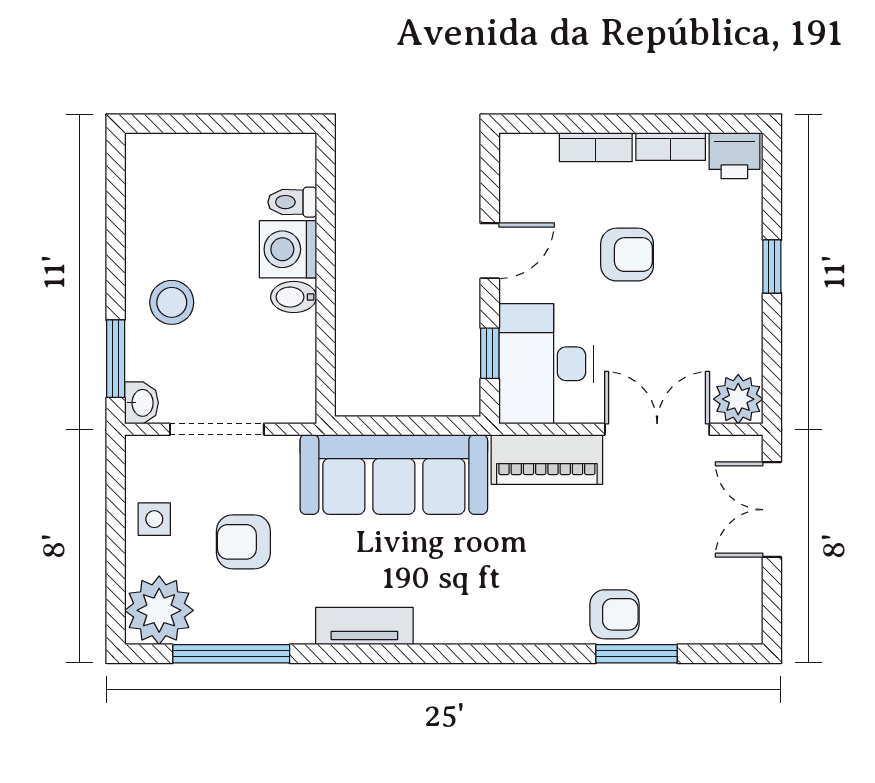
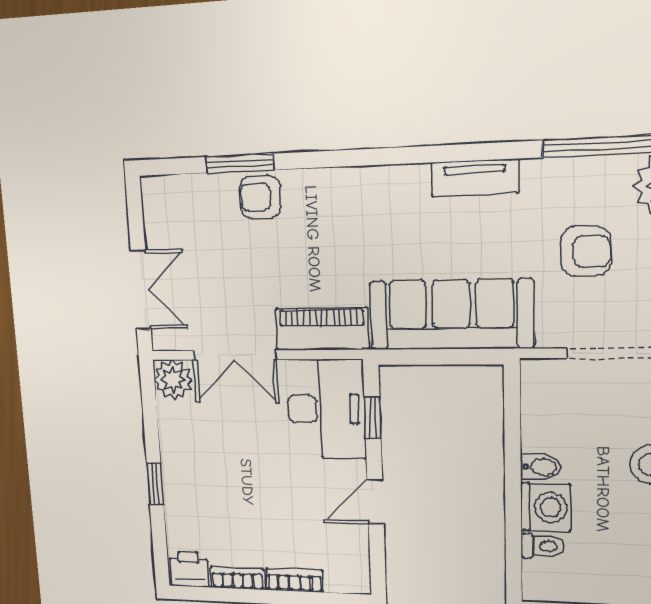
armchair: (627, 255) -> (266, 496), removed

